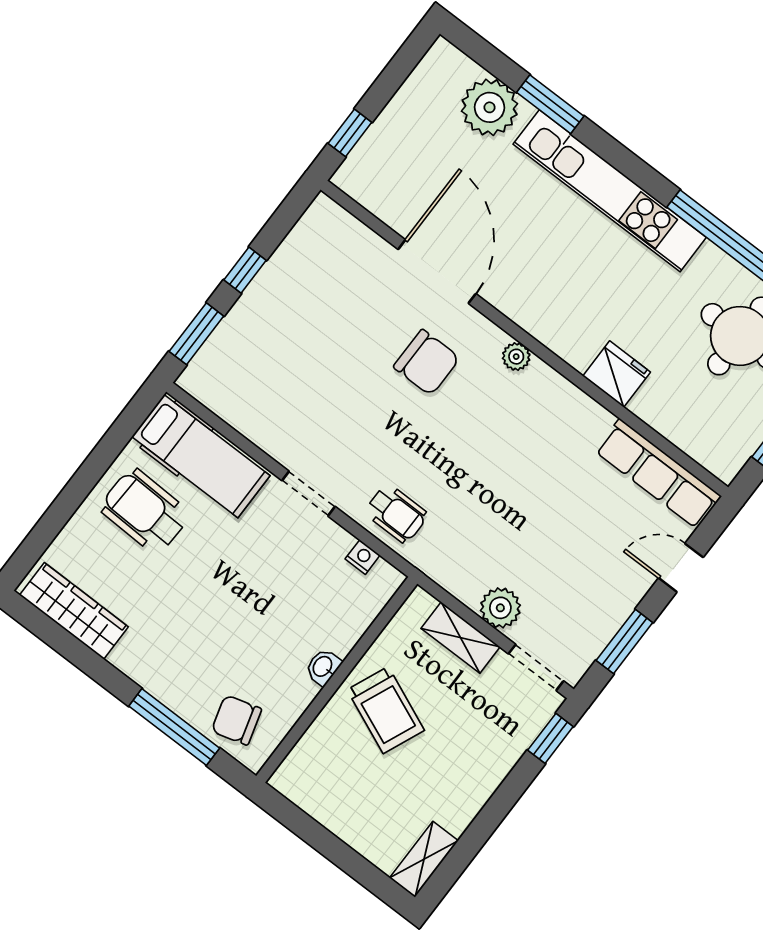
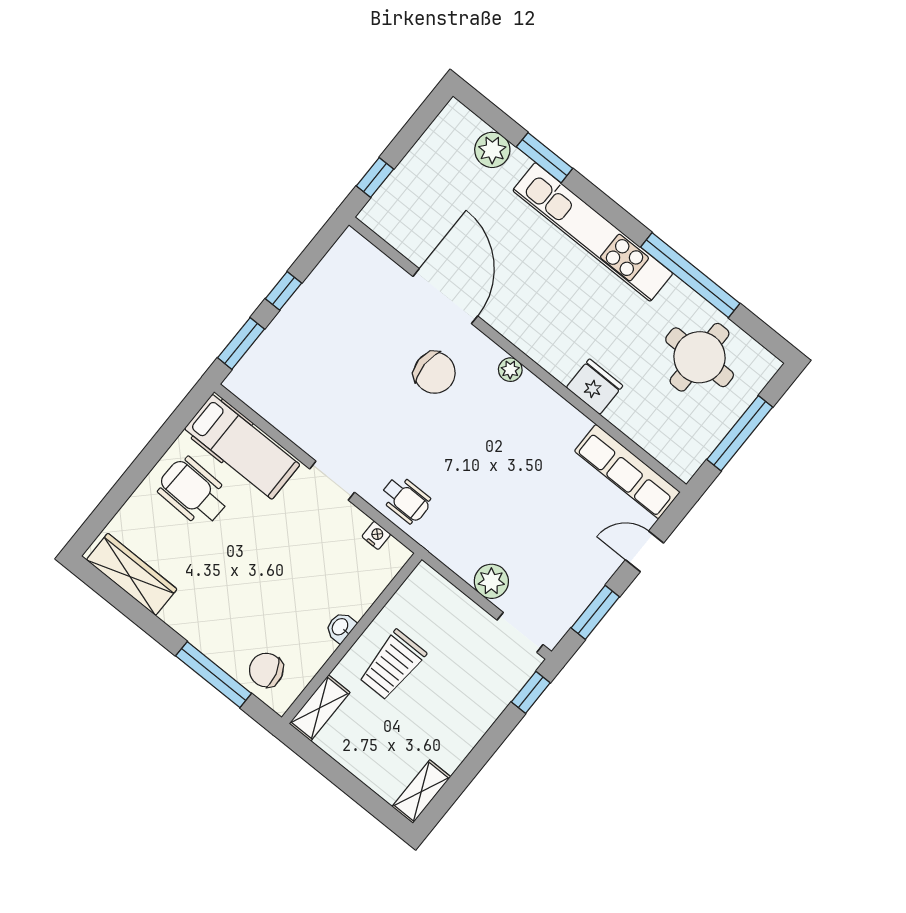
plant: (490, 107) -> (492, 150), width x0.73, depth x0.73
shelving: (460, 638) -> (320, 708), moved, turned 90
trolley: (386, 710) -> (392, 665), turned 67

